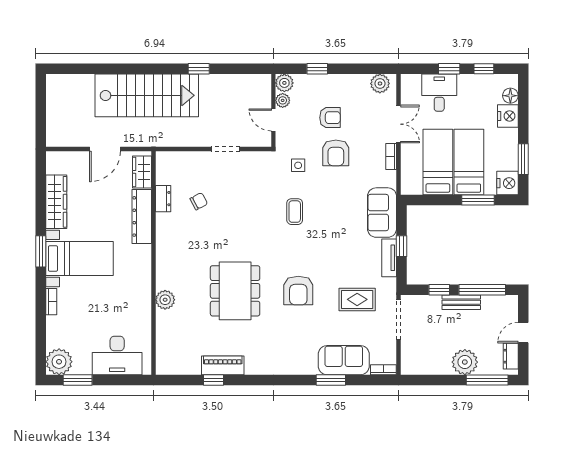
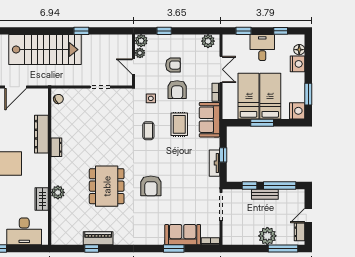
window: (449, 69) -> (243, 31), moved
desk: (439, 93) -> (262, 48), moved
wardrobe: (142, 172) -> (42, 199), moved
dresser: (163, 199) -> (56, 147), moved
window: (478, 200) -> (262, 123), moved
chair: (199, 201) -> (58, 99), moved
sofa: (382, 213) -> (209, 120), moved
rug: (357, 299) -> (179, 124), moved, turned 90

